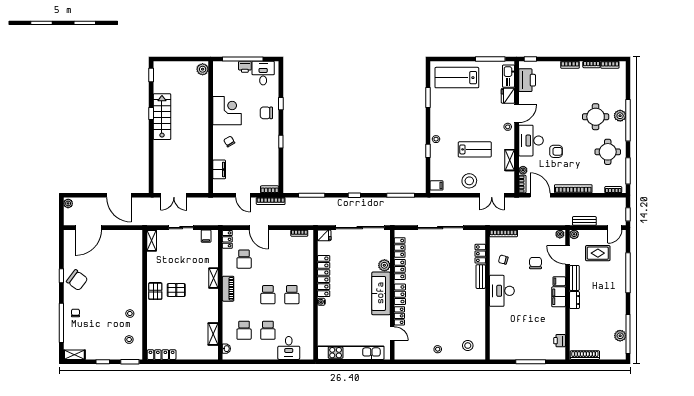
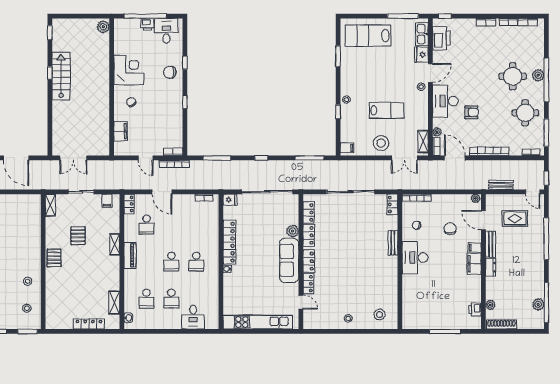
shelving: (510, 160) -> (423, 141), moved
door: (615, 228) -> (533, 192), hinge flipped
plant: (574, 234) -> (490, 305), moved
locker: (480, 254) -> (392, 204), moved
pallet: (176, 290) -> (78, 236), moved, turned 90
locker: (162, 355) -> (89, 324), moved

